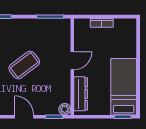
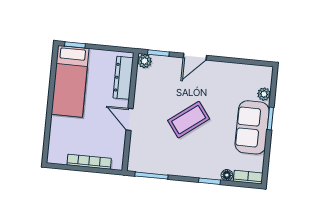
bookcase: (102, 23) -> (89, 162), width x1.56
door: (72, 61) -> (129, 119), hinge flipped
door: (24, 117) -> (195, 57), hinge flipped

